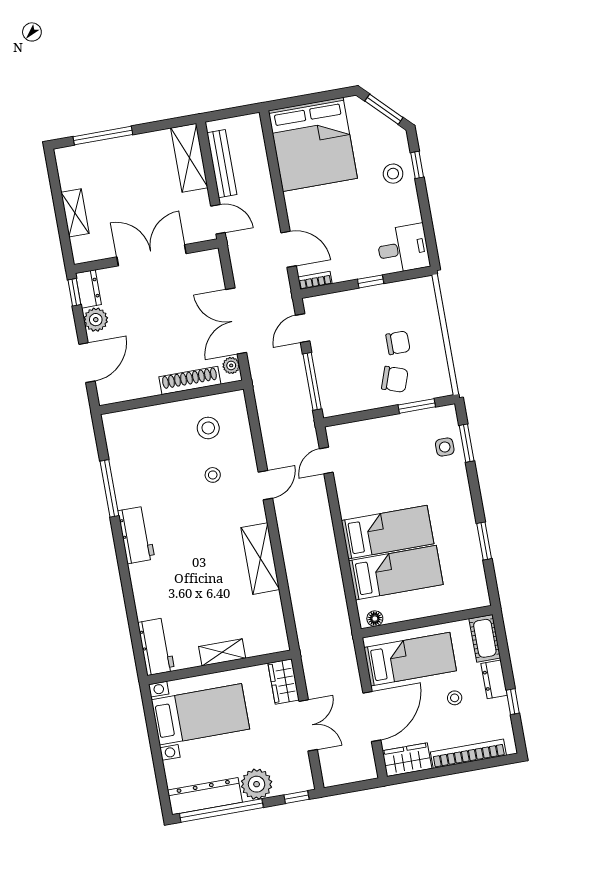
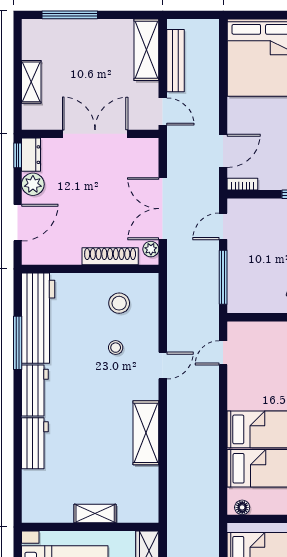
door: (289, 249) -> (223, 151), hinge flipped
workbench: (126, 459) -> (38, 318), added
workbench: (156, 647) -> (35, 443), moved

